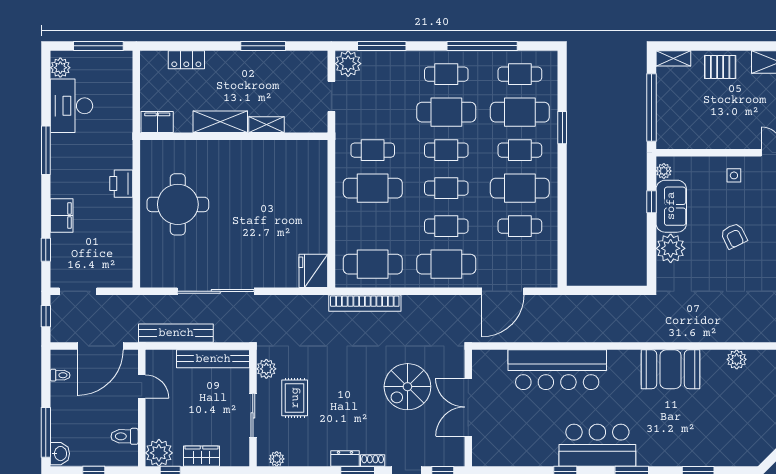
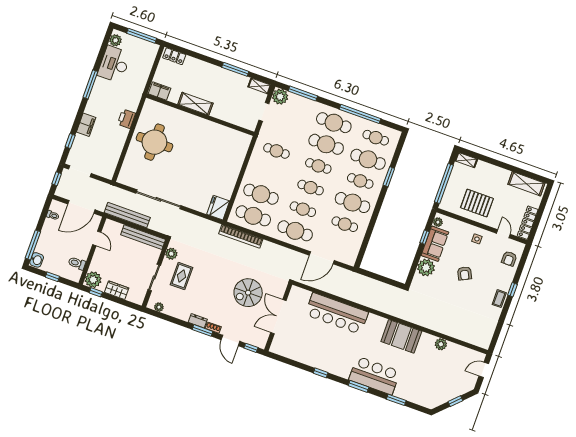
locker: (186, 60) -> (174, 56), moved
pallet: (720, 67) -> (477, 203), moved, width x1.50, depth x1.42
cafe table: (446, 74) -> (334, 123), width x1.37, depth x1.35
shelving: (266, 125) -> (259, 86), moved
cafe table: (373, 188) -> (261, 194), moved
bar counter: (597, 445) -> (374, 376), moved

